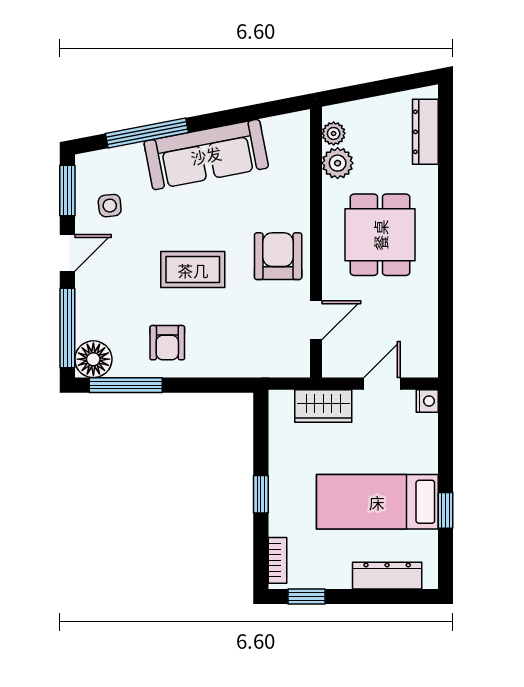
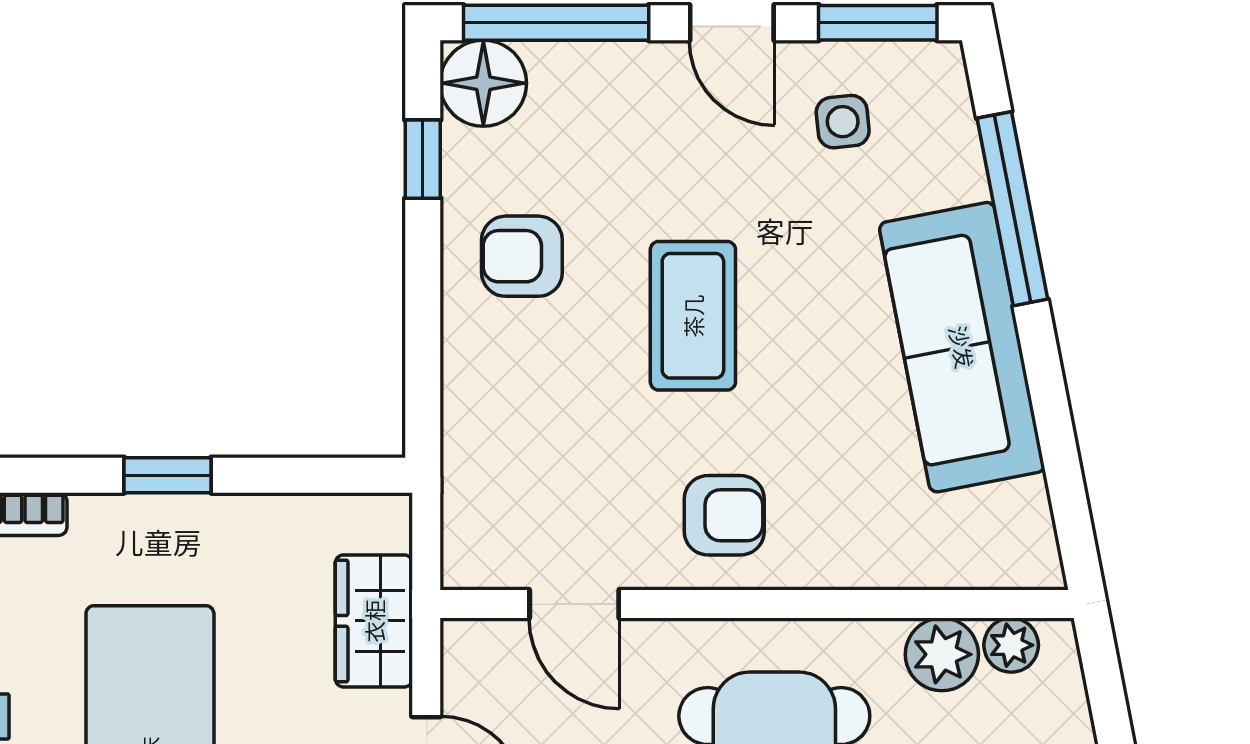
armchair: (278, 256) -> (724, 515), width x0.72, depth x0.72
window: (126, 385) -> (423, 159), width x0.46

